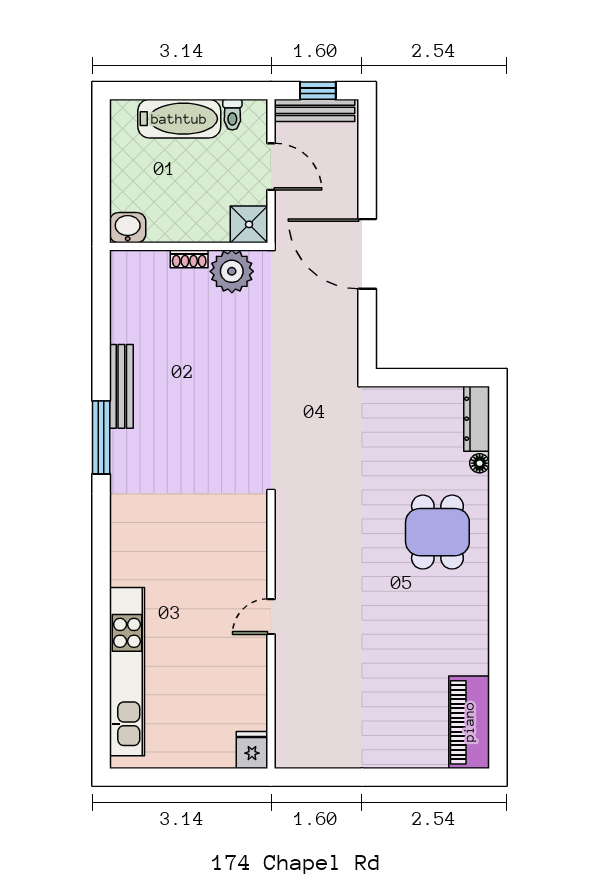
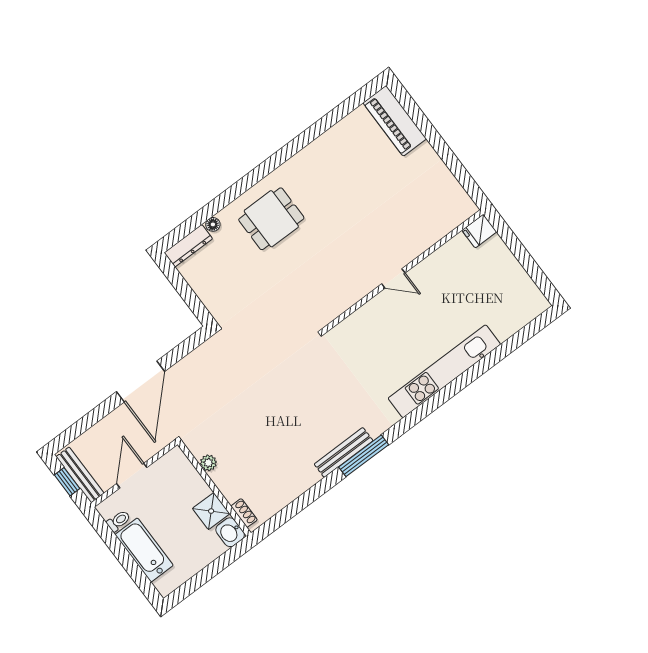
shower: (249, 224) -> (211, 511), moved
shoe rack: (189, 259) -> (244, 513), moved
plant: (232, 271) -> (208, 463), width x0.53, depth x0.53
bench: (121, 386) -> (344, 452), moved
kitchen unit: (127, 672) -> (444, 371), moved
piano: (469, 722) -> (395, 121), moved, turned 90

